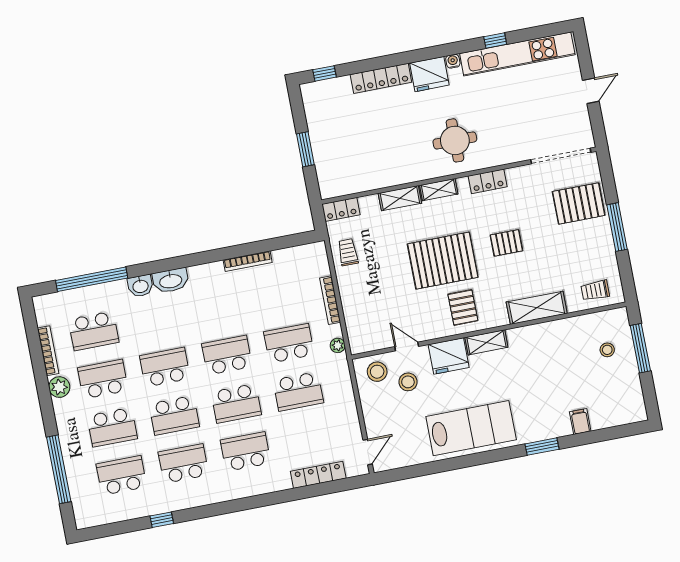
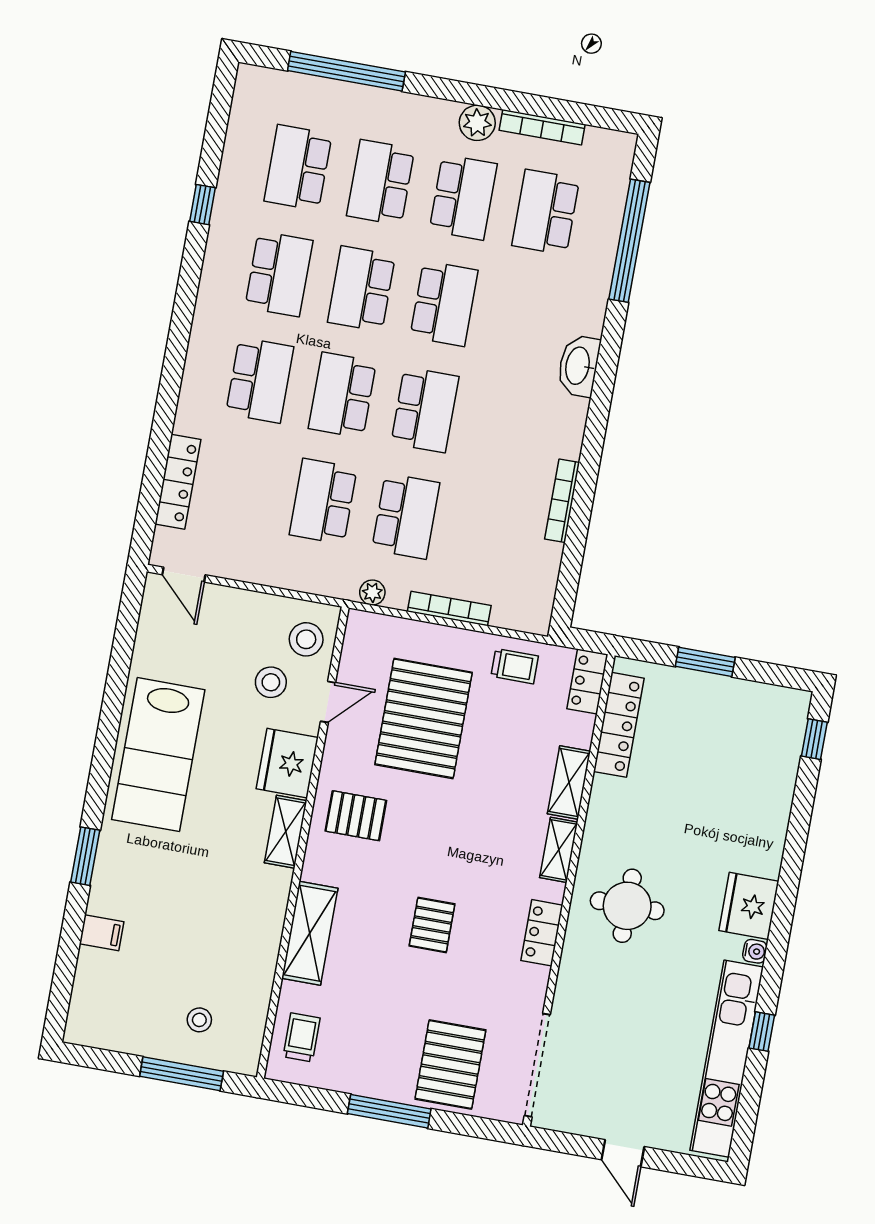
locker: (381, 78) -> (619, 725), moved, turned 180
pallet: (443, 261) -> (424, 718), moved
washbasin: (140, 286) -> (589, 315), removed
school desk: (121, 475) -> (298, 168), turned 180

